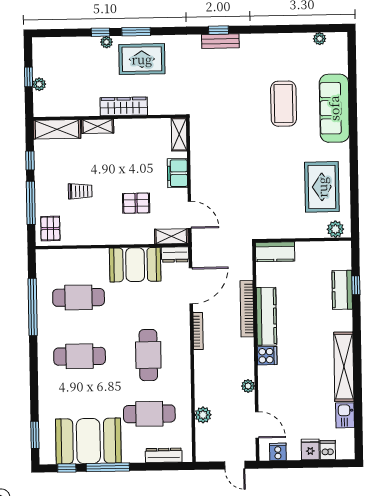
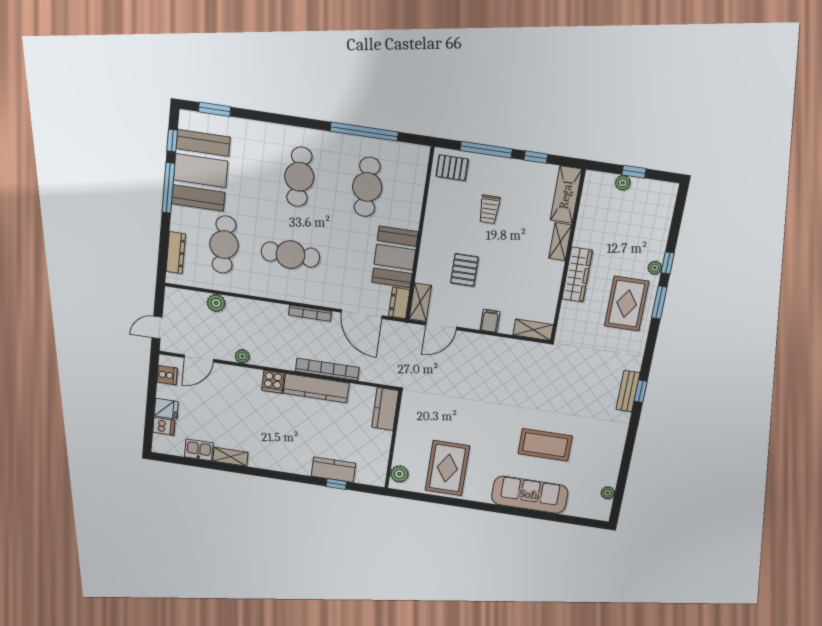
filing cabinet: (178, 173) -> (490, 321), width x0.50
rug: (322, 187) -> (447, 468), turned 90
shelving: (344, 367) -> (230, 457), width x0.45, depth x0.75

